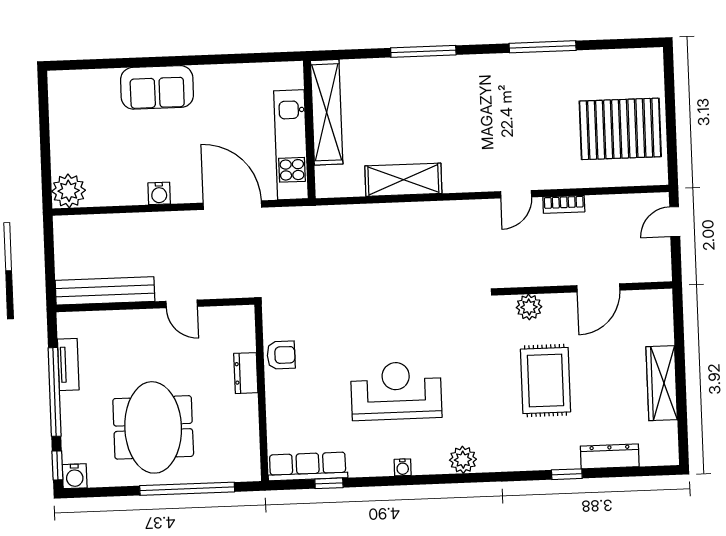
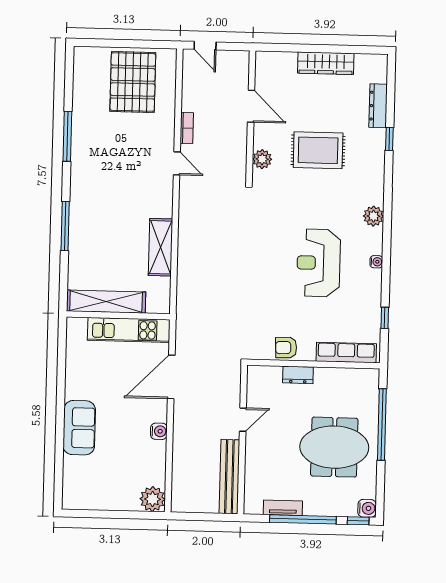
armchair: (281, 355) -> (286, 348), turned -92
row of seats: (308, 466) -> (346, 353), moved, turned 90

